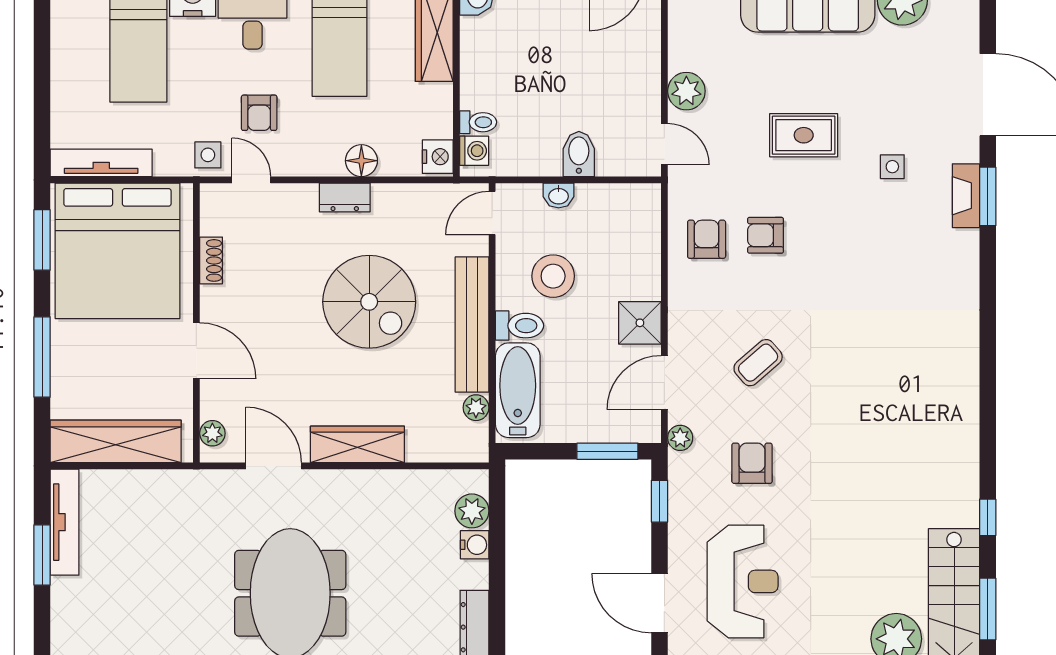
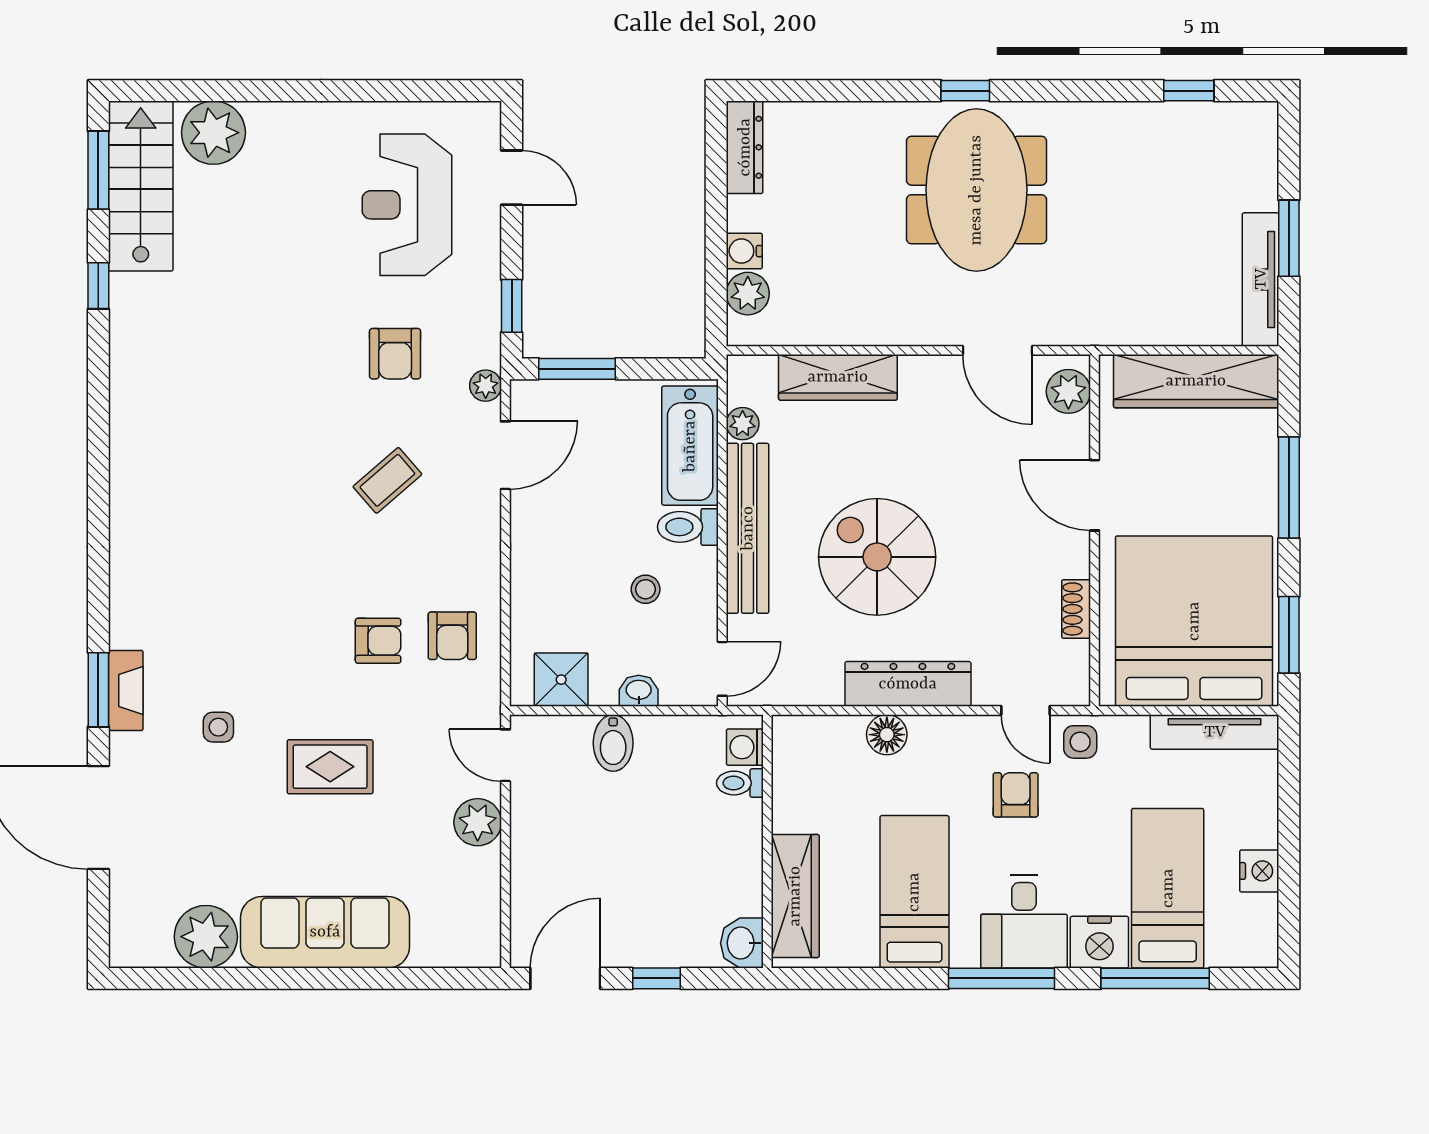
nightstand: (438, 157) -> (1259, 871), moved, turned 180
dresser: (345, 197) -> (908, 684), width x1.96, depth x1.24
stool: (553, 276) -> (646, 589), width x0.53, depth x0.53
shower: (640, 323) -> (561, 680), moved
plant: (212, 433) -> (1068, 391), width x1.38, depth x1.38
wardrobe: (357, 444) -> (838, 377), moved
door: (659, 603) -> (512, 178), width x0.73

